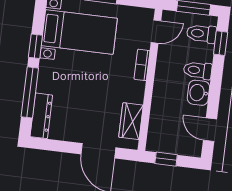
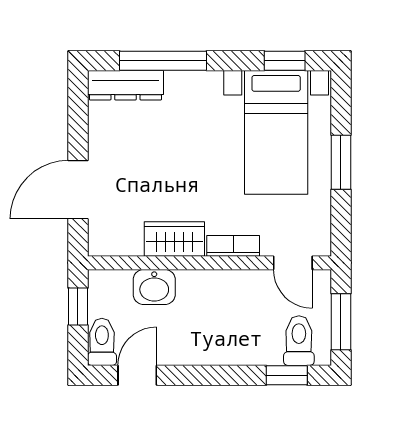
window: (35, 46) -> (285, 61), moved
toilet: (198, 70) -> (102, 342), moved
washbasin: (198, 93) -> (154, 287), moved, turned 180
wardrobe: (131, 121) -> (174, 239), moved

